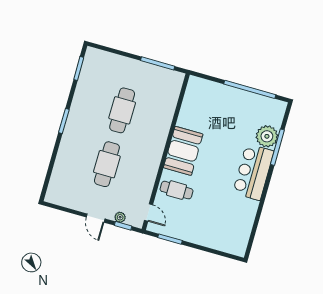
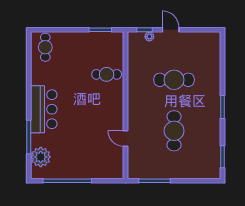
plant: (267, 136) -> (41, 157), moved
booth: (183, 151) -> (110, 110), removed
cafe table: (107, 164) -> (174, 80), turned 90
door: (148, 213) -> (126, 138), moved
cafe table: (233, 237) -> (45, 47), added

